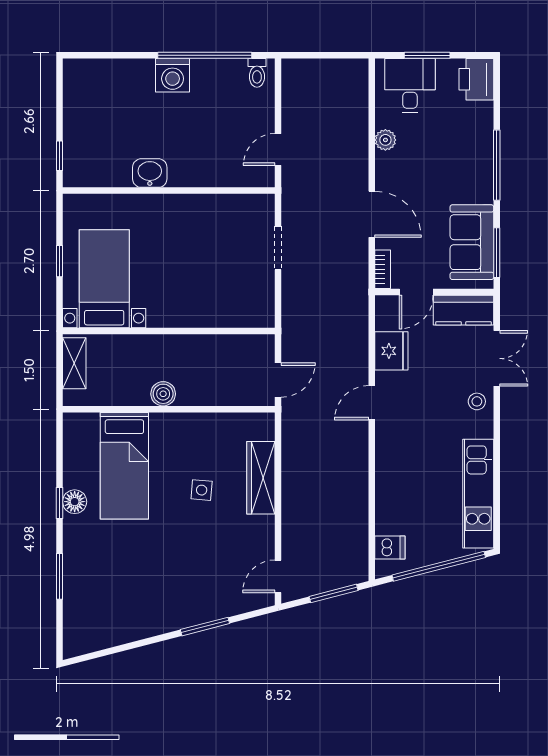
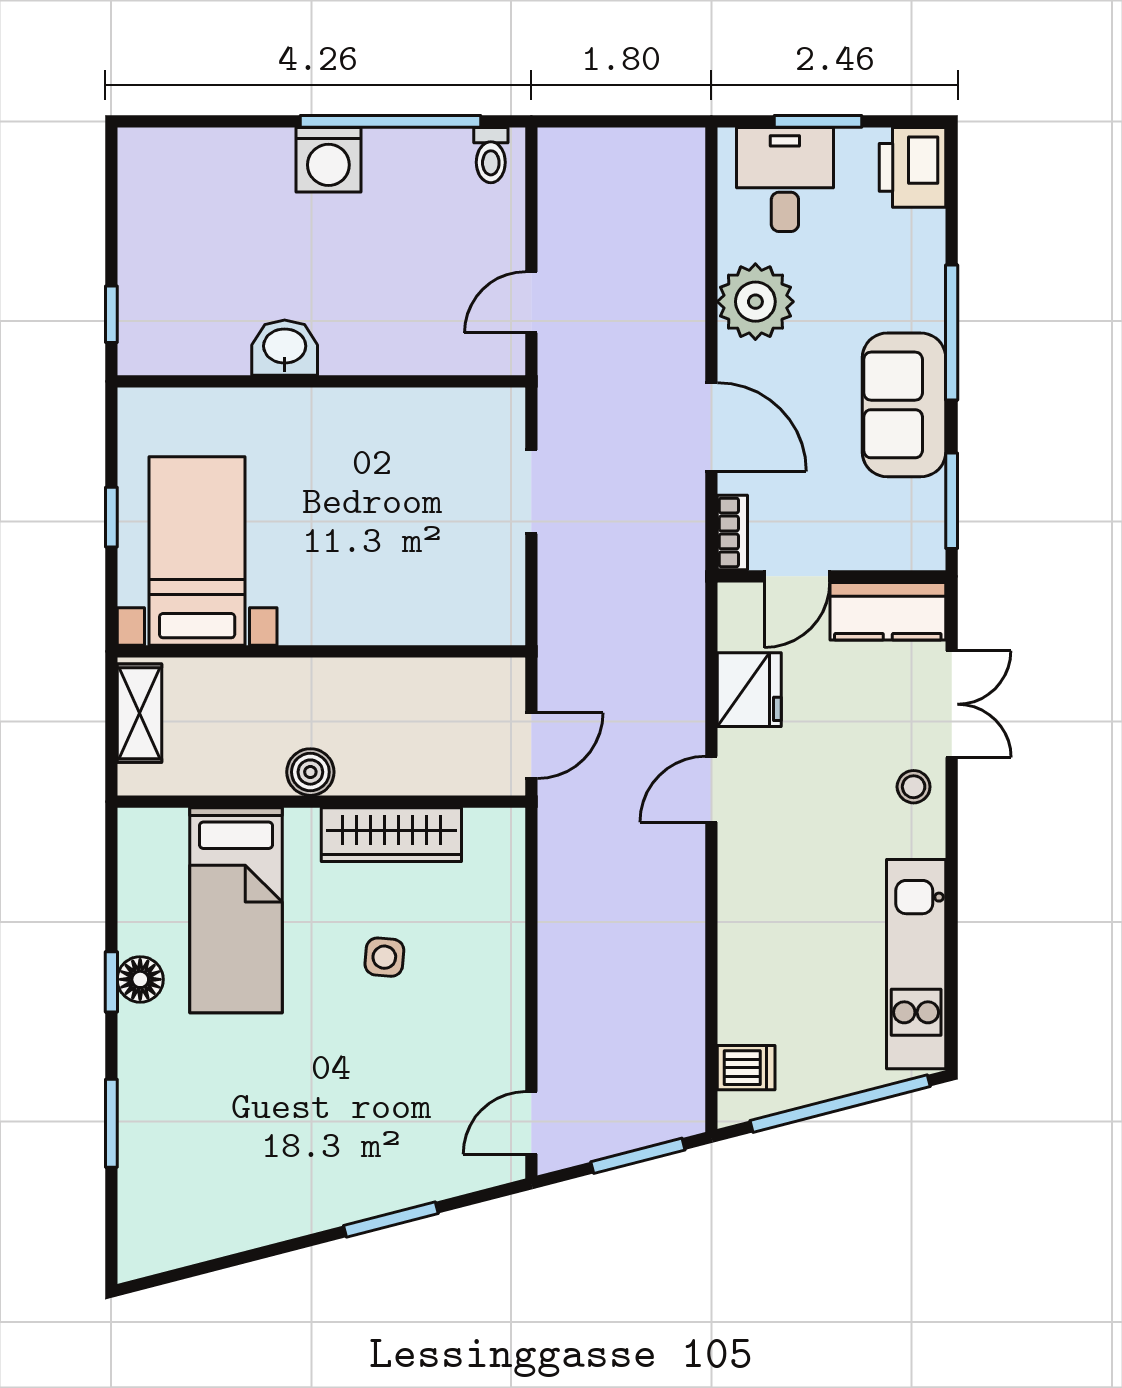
plant: (385, 140) -> (755, 302), width x1.87, depth x1.87
sofa: (472, 242) -> (904, 405), moved
wardrobe: (261, 478) -> (391, 835), moved, turned -90

